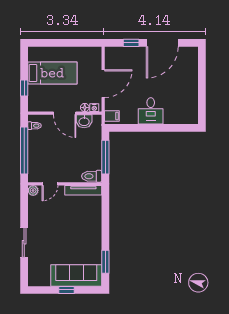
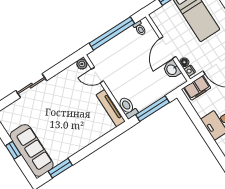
filing cabinet: (112, 116) -> (197, 88), width x2.00

